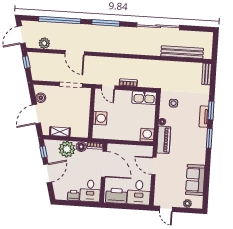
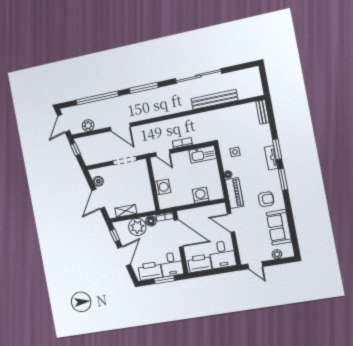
bench: (182, 52) -> (214, 99), moved
washing machine: (147, 135) -> (201, 195), moved
armchair: (190, 152) -> (266, 199), added
printer: (73, 195) -> (150, 271), width x1.87, depth x1.48
window: (80, 204) -> (164, 280), added

